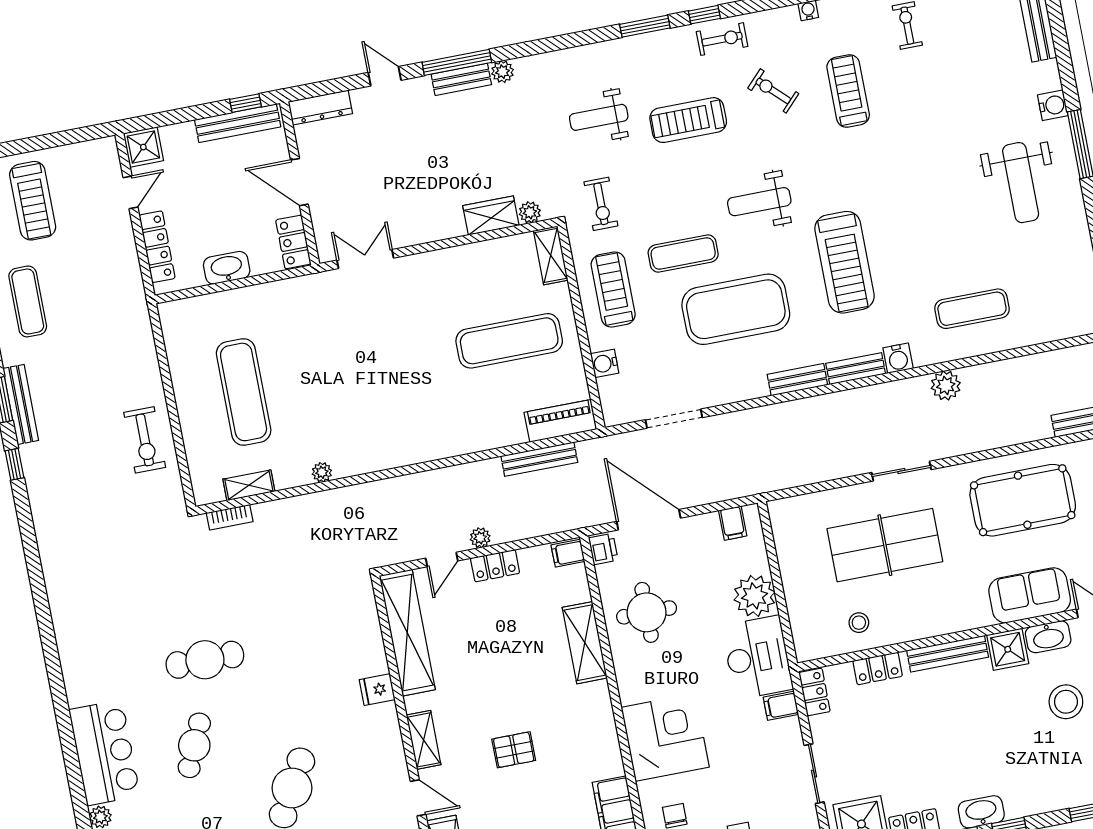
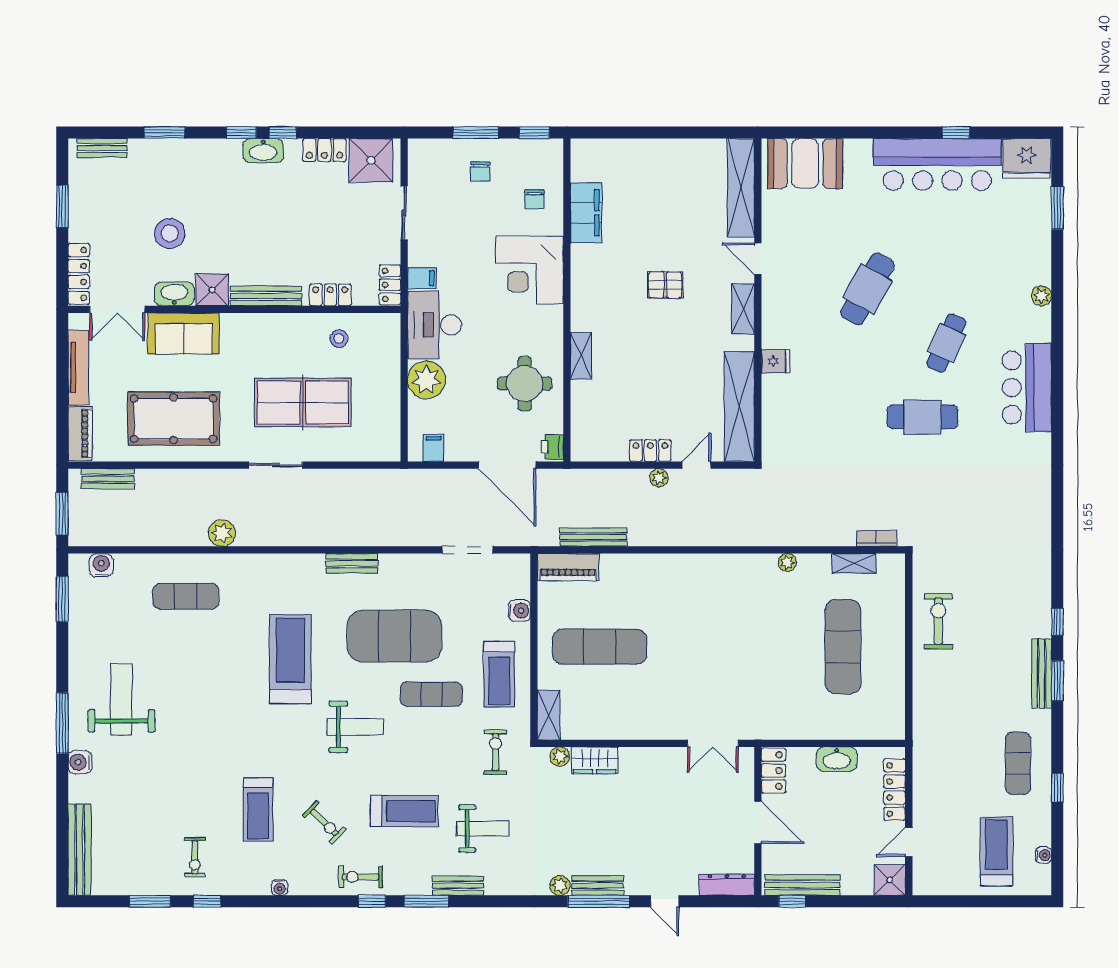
water cooler: (898, 358) -> (101, 565), moved
bench: (856, 369) -> (458, 886), moved
filing cabinet: (568, 553) -> (584, 449), removed
shelving: (585, 643) -> (581, 356), width x0.67, depth x0.75
bar counter: (104, 753) -> (1027, 388), moved

